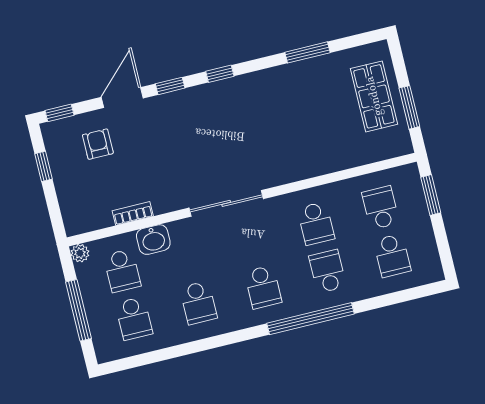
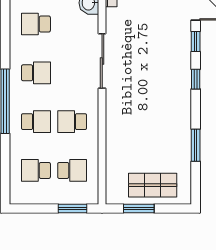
school desk: (263, 287) -> (36, 73), turned 180

